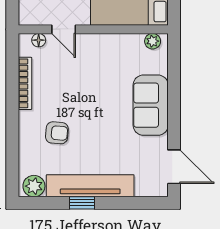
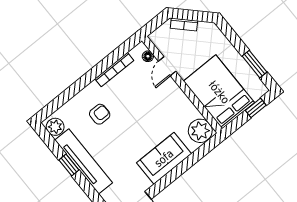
plant: (153, 41) -> (200, 131), width x1.88, depth x1.88
armchair: (57, 133) -> (100, 114), turned -95

